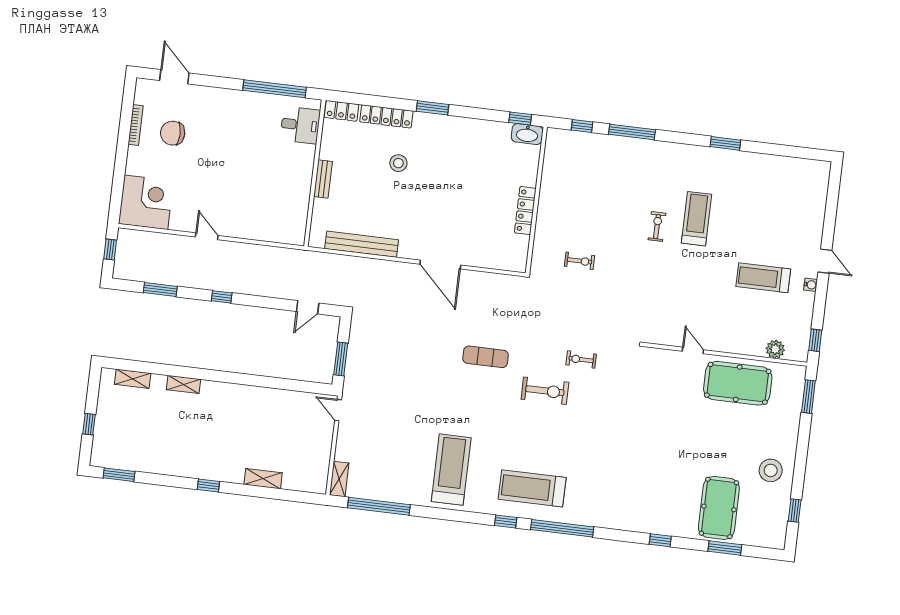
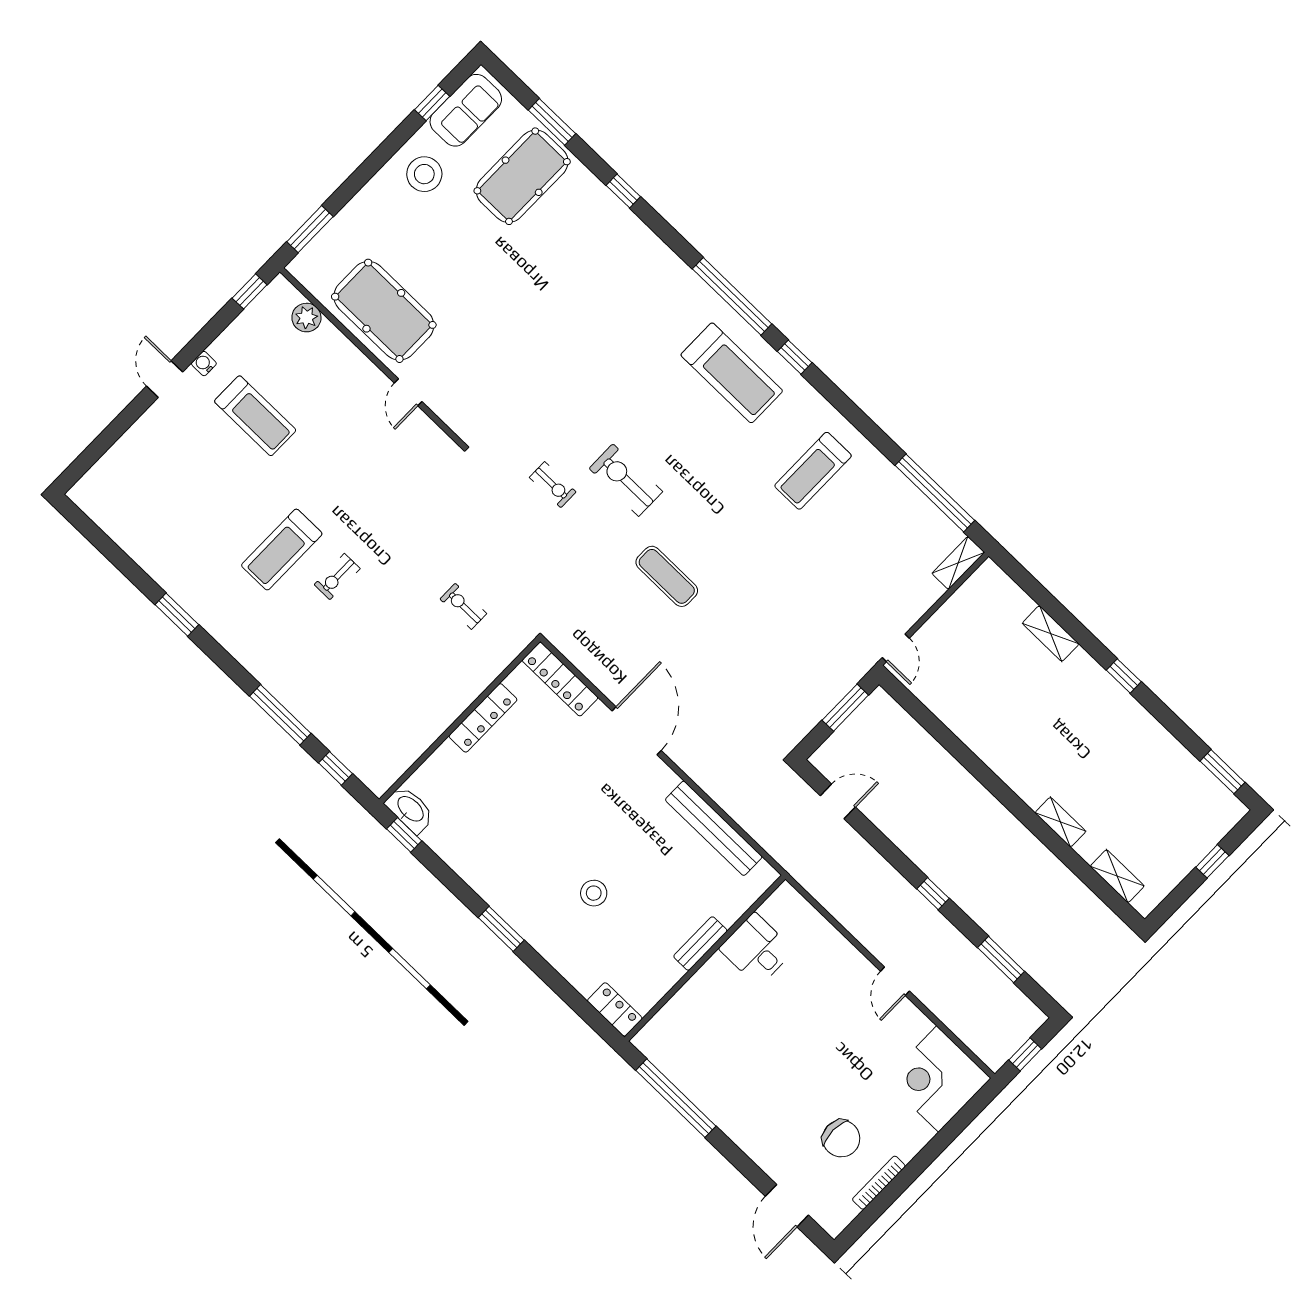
locker: (386, 116) -> (560, 679), moved, turned 180
desk: (300, 125) -> (756, 949), moved
treadmill: (451, 470) -> (813, 471), width x0.73, depth x0.73
sofa: (774, 520) -> (466, 110), added

